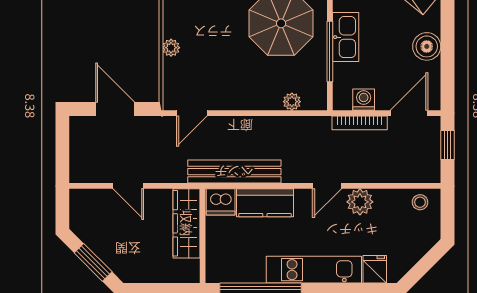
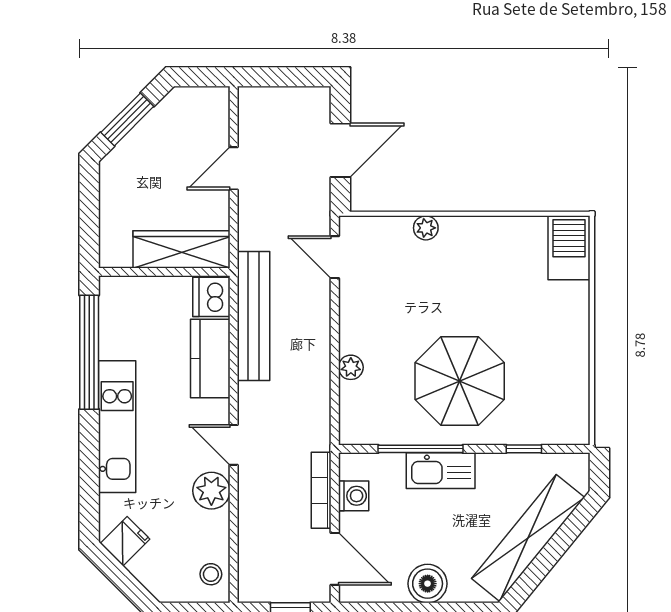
plant: (292, 102) -> (351, 367), moved
fridge: (375, 269) -> (125, 541), moved, turned -45

